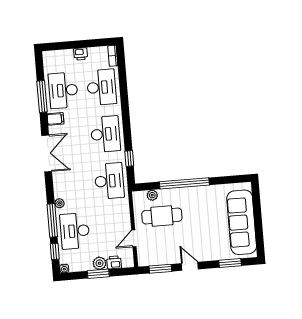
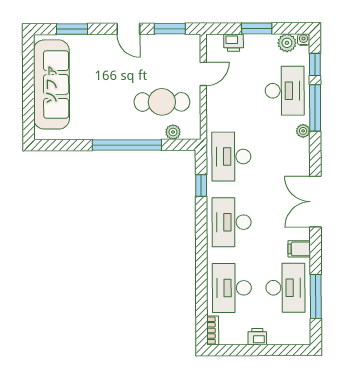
window: (42, 96) -> (316, 296), moved
plant: (100, 263) -> (287, 43), moved

